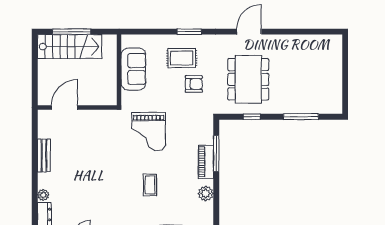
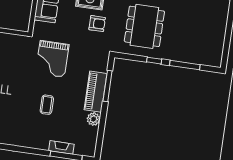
window: (252, 117) -> (154, 61), moved
piano: (206, 162) -> (96, 92), width x1.37, depth x1.33

